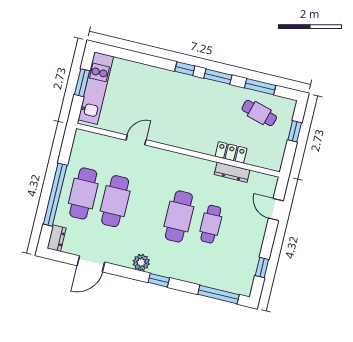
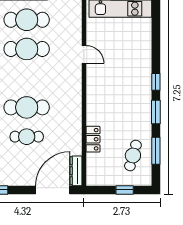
dresser: (232, 172) -> (76, 171), moved
door: (276, 210) -> (53, 190), width x1.88

